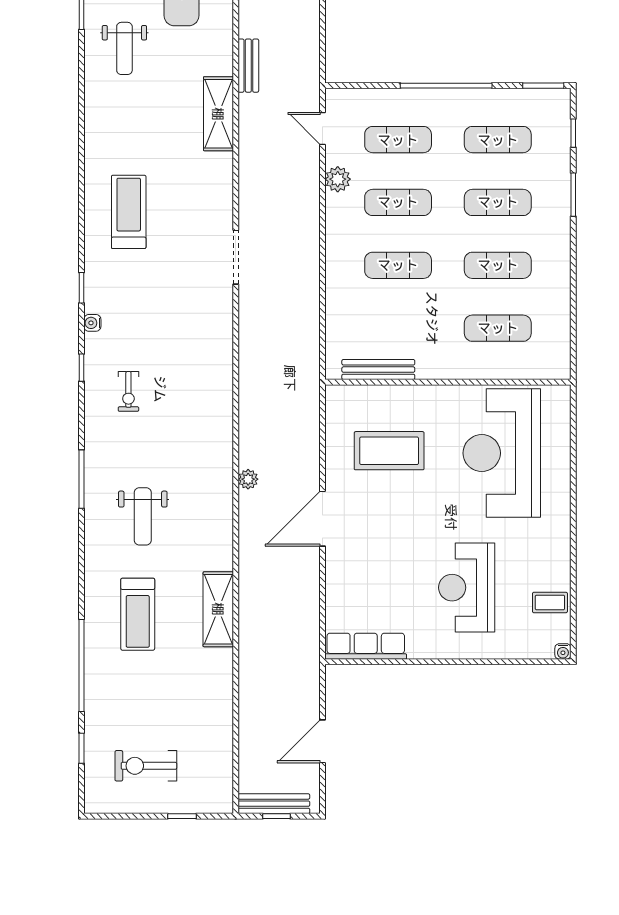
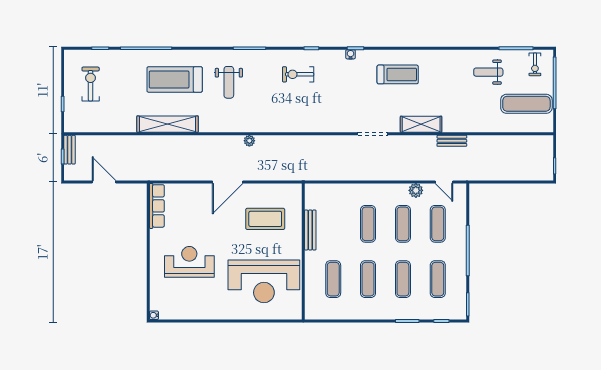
bench: (248, 66) -> (452, 141), moved
shelving: (218, 114) -> (421, 124), moved
door: (323, 128) -> (444, 182), swing flipped
water cooler: (92, 323) -> (351, 54), moved
bench: (378, 370) -> (310, 230), moved
exercise bike: (128, 391) -> (298, 74), width x1.38, depth x1.39
coffee table: (389, 451) -> (265, 219), turned 90
reception desk: (502, 453) -> (264, 281), turned 180
weight bench: (143, 516) -> (229, 82), turned -90
door: (323, 519) -> (228, 182), swing flipped
coffee table: (550, 602) -> (181, 308), removed
shelving: (218, 609) -> (168, 124), width x1.47
treadmill: (138, 614) -> (175, 79), width x1.37, depth x1.38
bench: (274, 804) -> (69, 150), width x0.73

